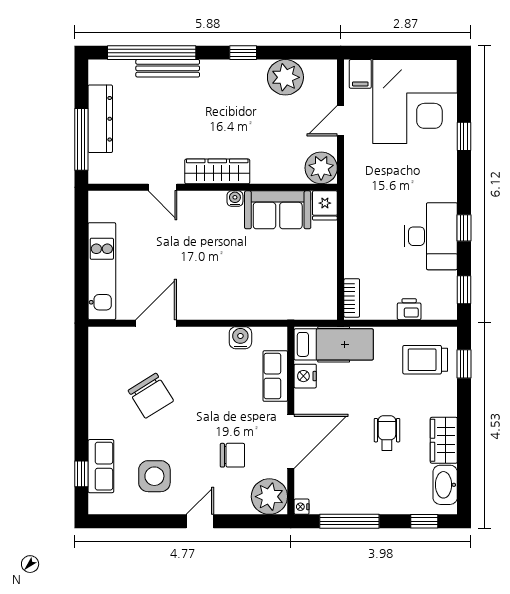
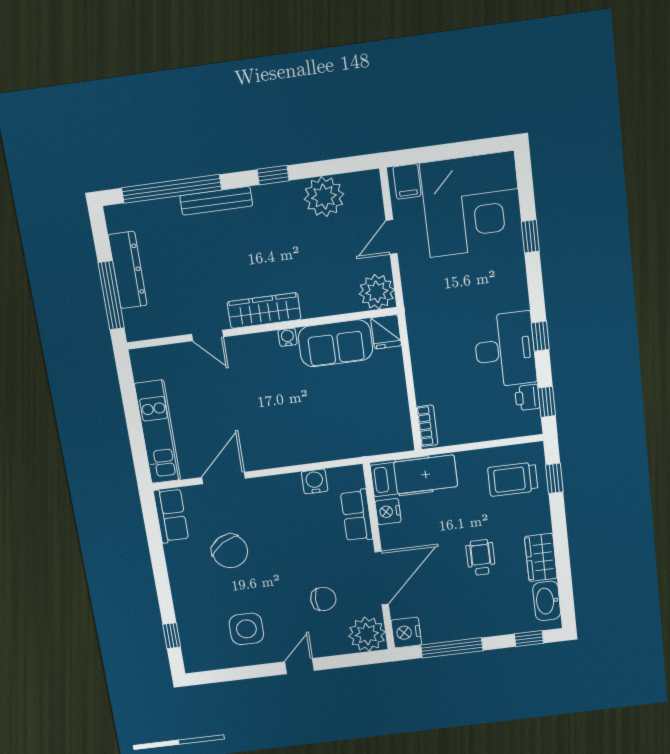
bench: (168, 68) -> (216, 201), moved
printer: (409, 309) -> (527, 397), moved, turned -90
row of seats: (101, 466) -> (171, 515), moved
nightstand: (302, 507) -> (406, 632), width x1.89, depth x1.79

